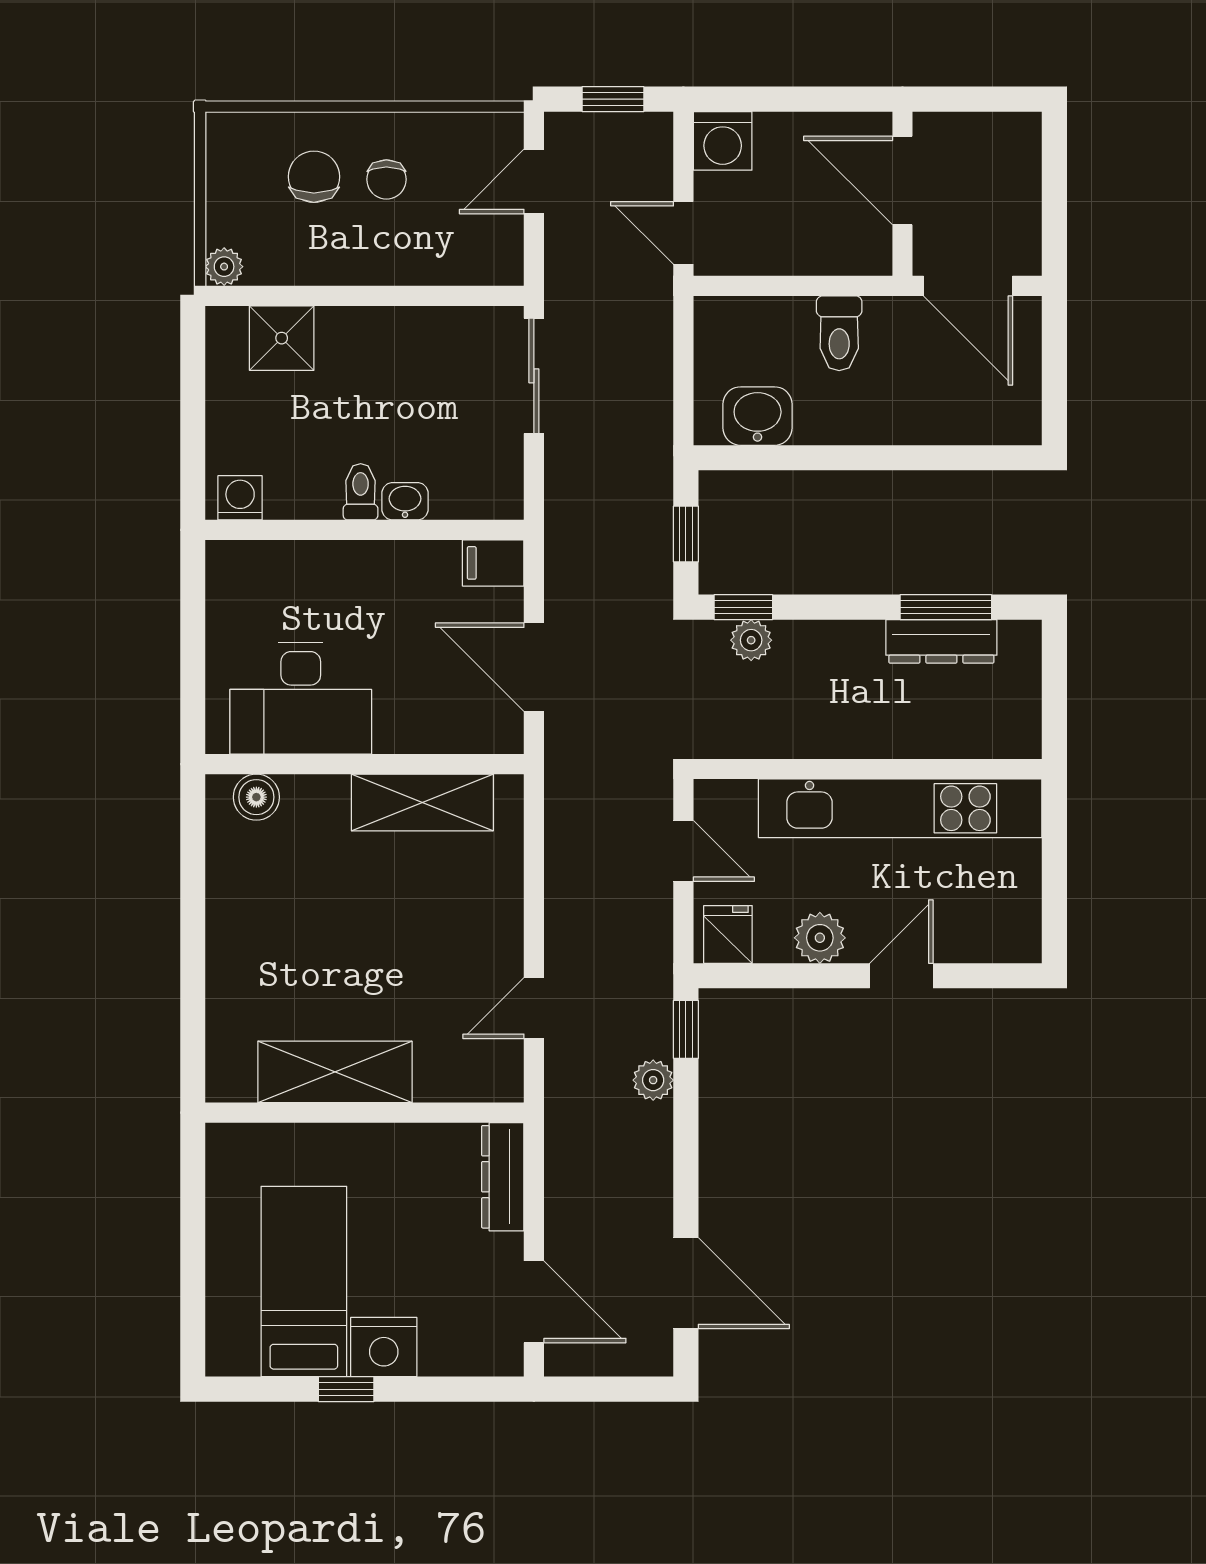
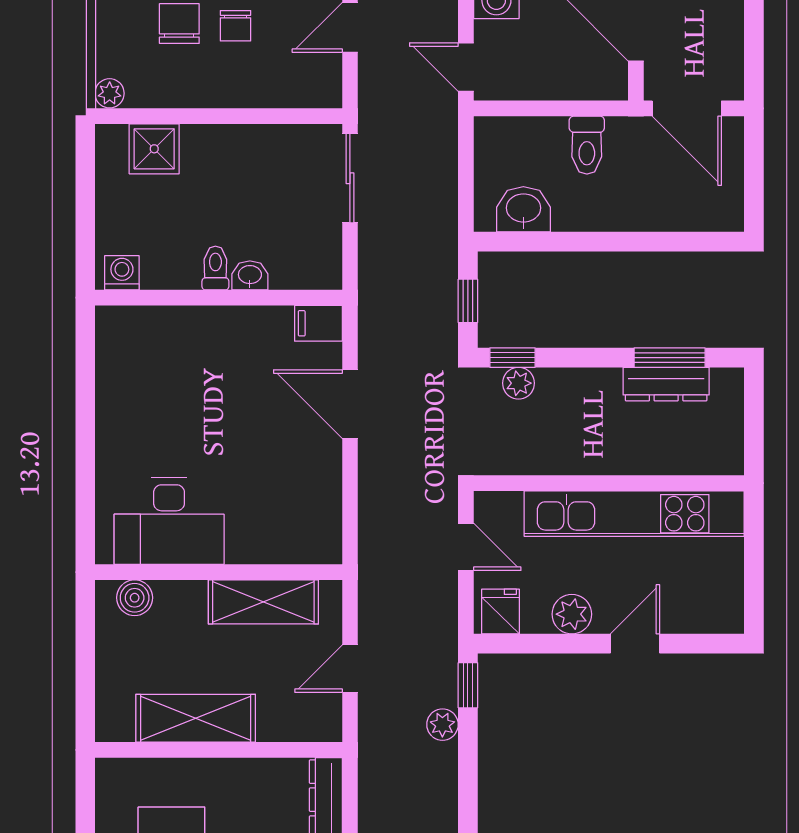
desk: (301, 698) -> (169, 521), moved
wall: (365, 764) -> (219, 572), moved
boiler: (256, 797) -> (135, 598), moved
shelving: (422, 802) -> (263, 602), moved

